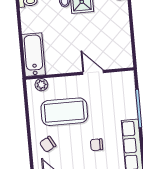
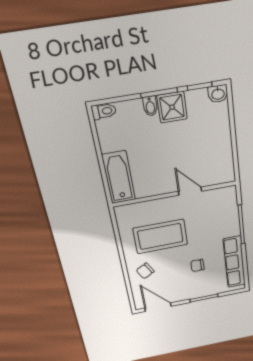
plant: (41, 85) -> (132, 210), removed

